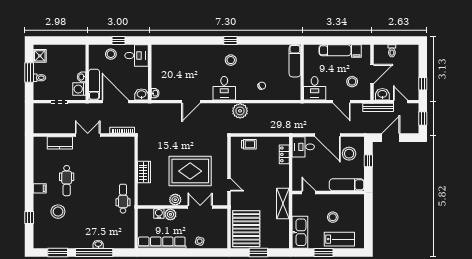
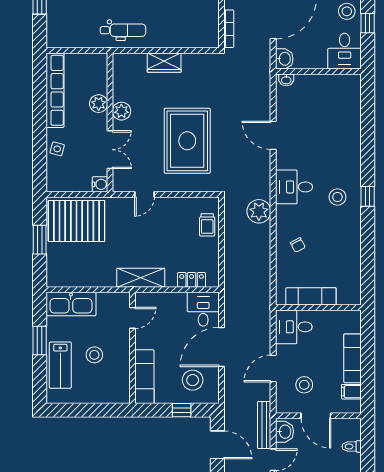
exam couch: (295, 61) -> (311, 296), moved
rug: (190, 171) -> (187, 141), moved
shelving: (283, 204) -> (141, 278), moved
water cooler: (159, 214) -> (100, 184), moved

